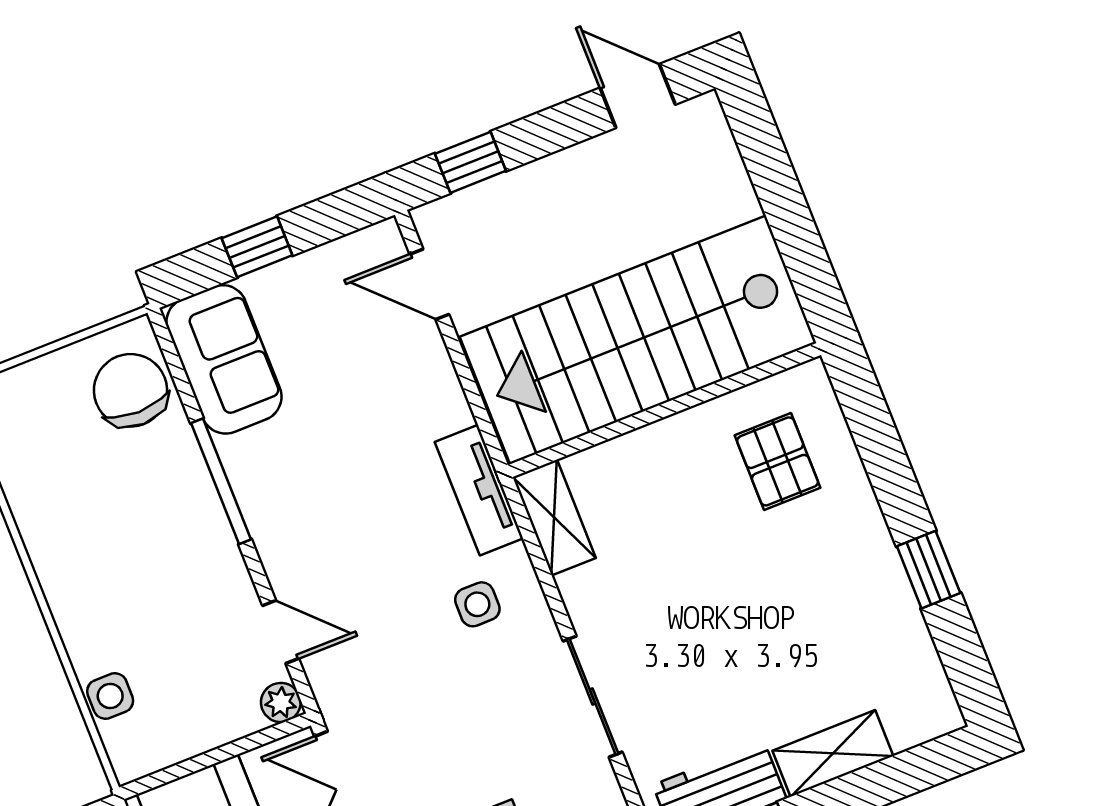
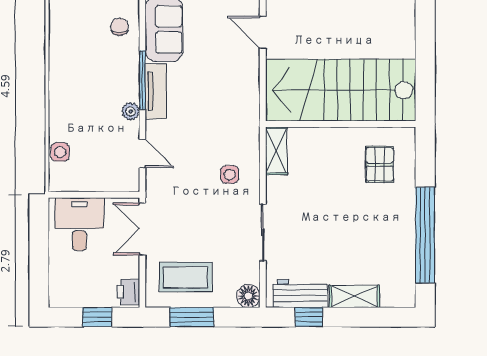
chair: (130, 390) -> (119, 27), width x0.54, depth x0.54
tv unit: (479, 490) -> (156, 91), moved, turned 180
window: (929, 570) -> (425, 235), width x3.17
plant: (281, 702) -> (131, 111), moved

